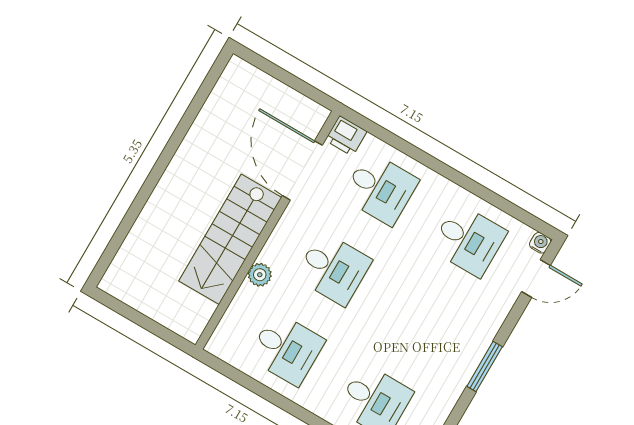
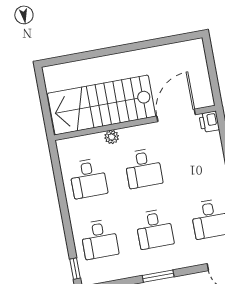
desk: (380, 188) -> (155, 229), moved
stairs: (230, 239) -> (102, 105), width x1.36, depth x1.51

